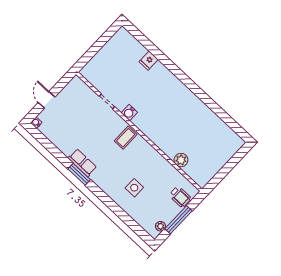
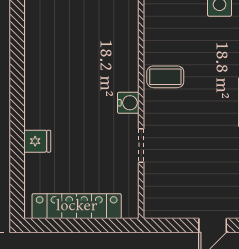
locker: (107, 52) -> (77, 206), added

